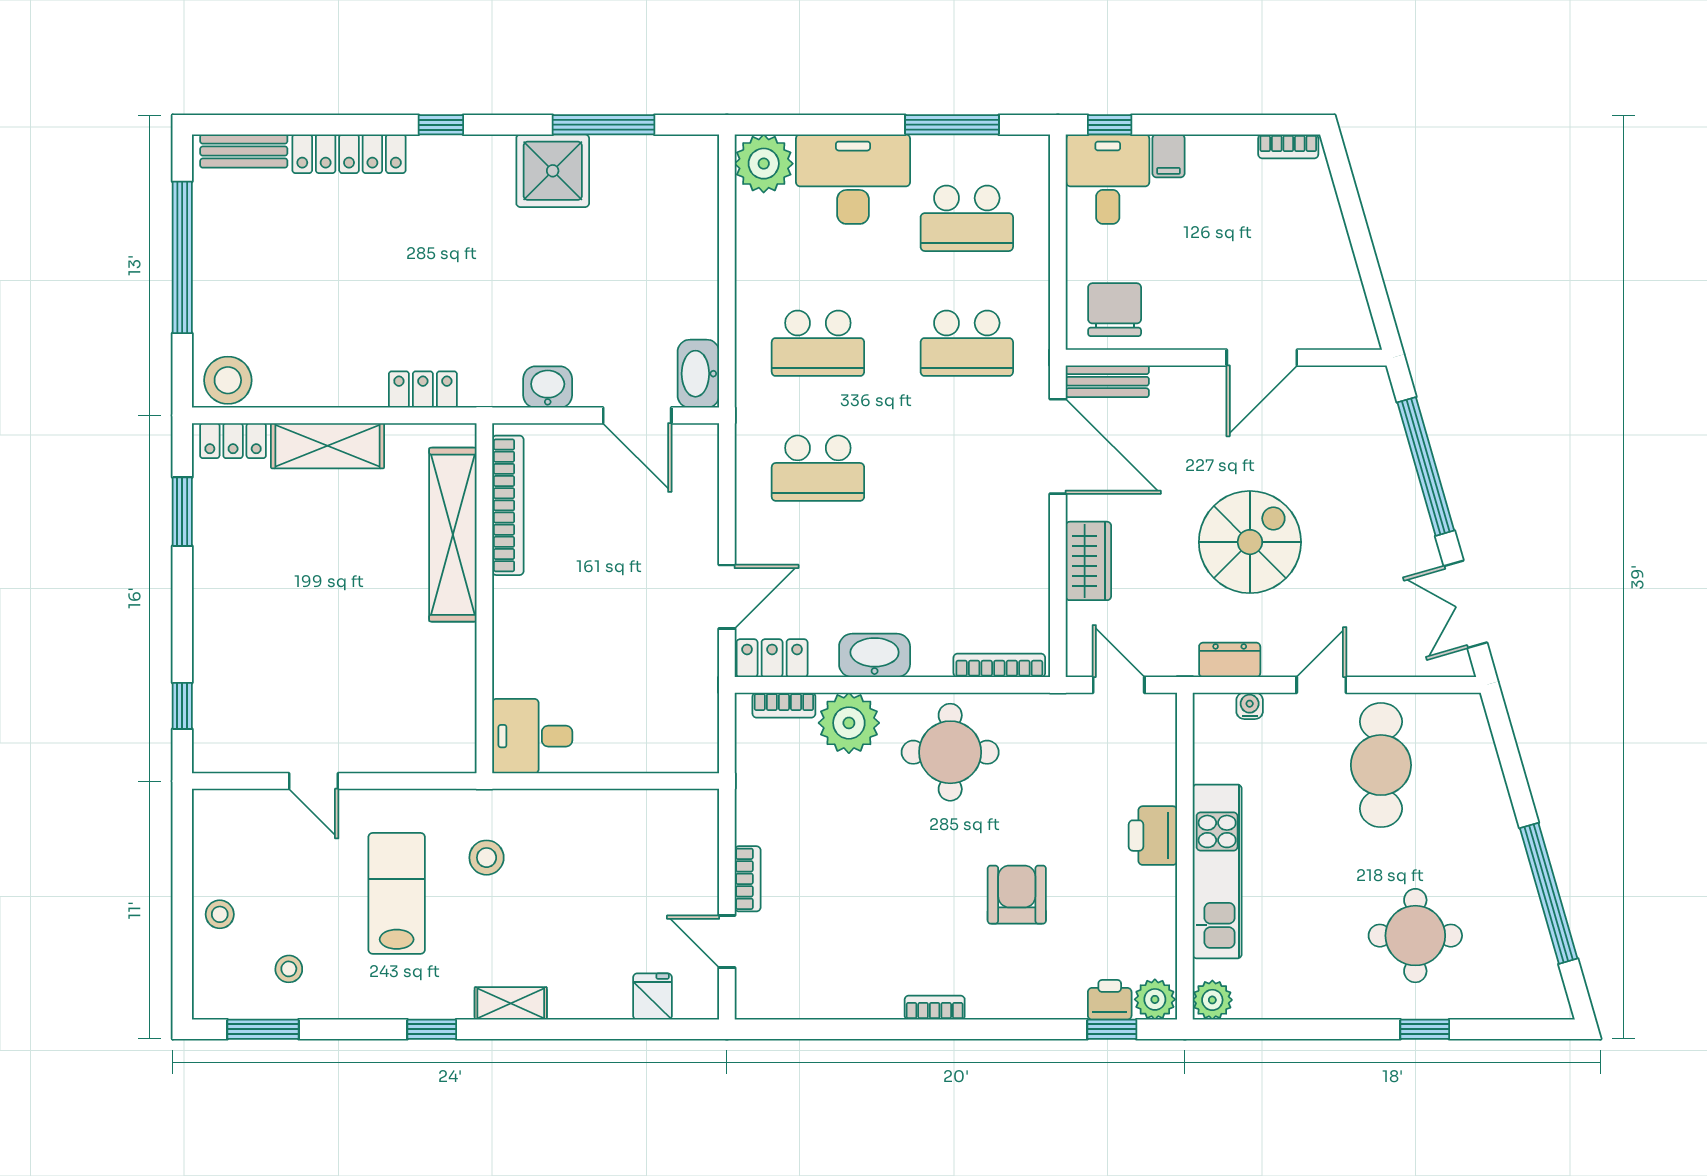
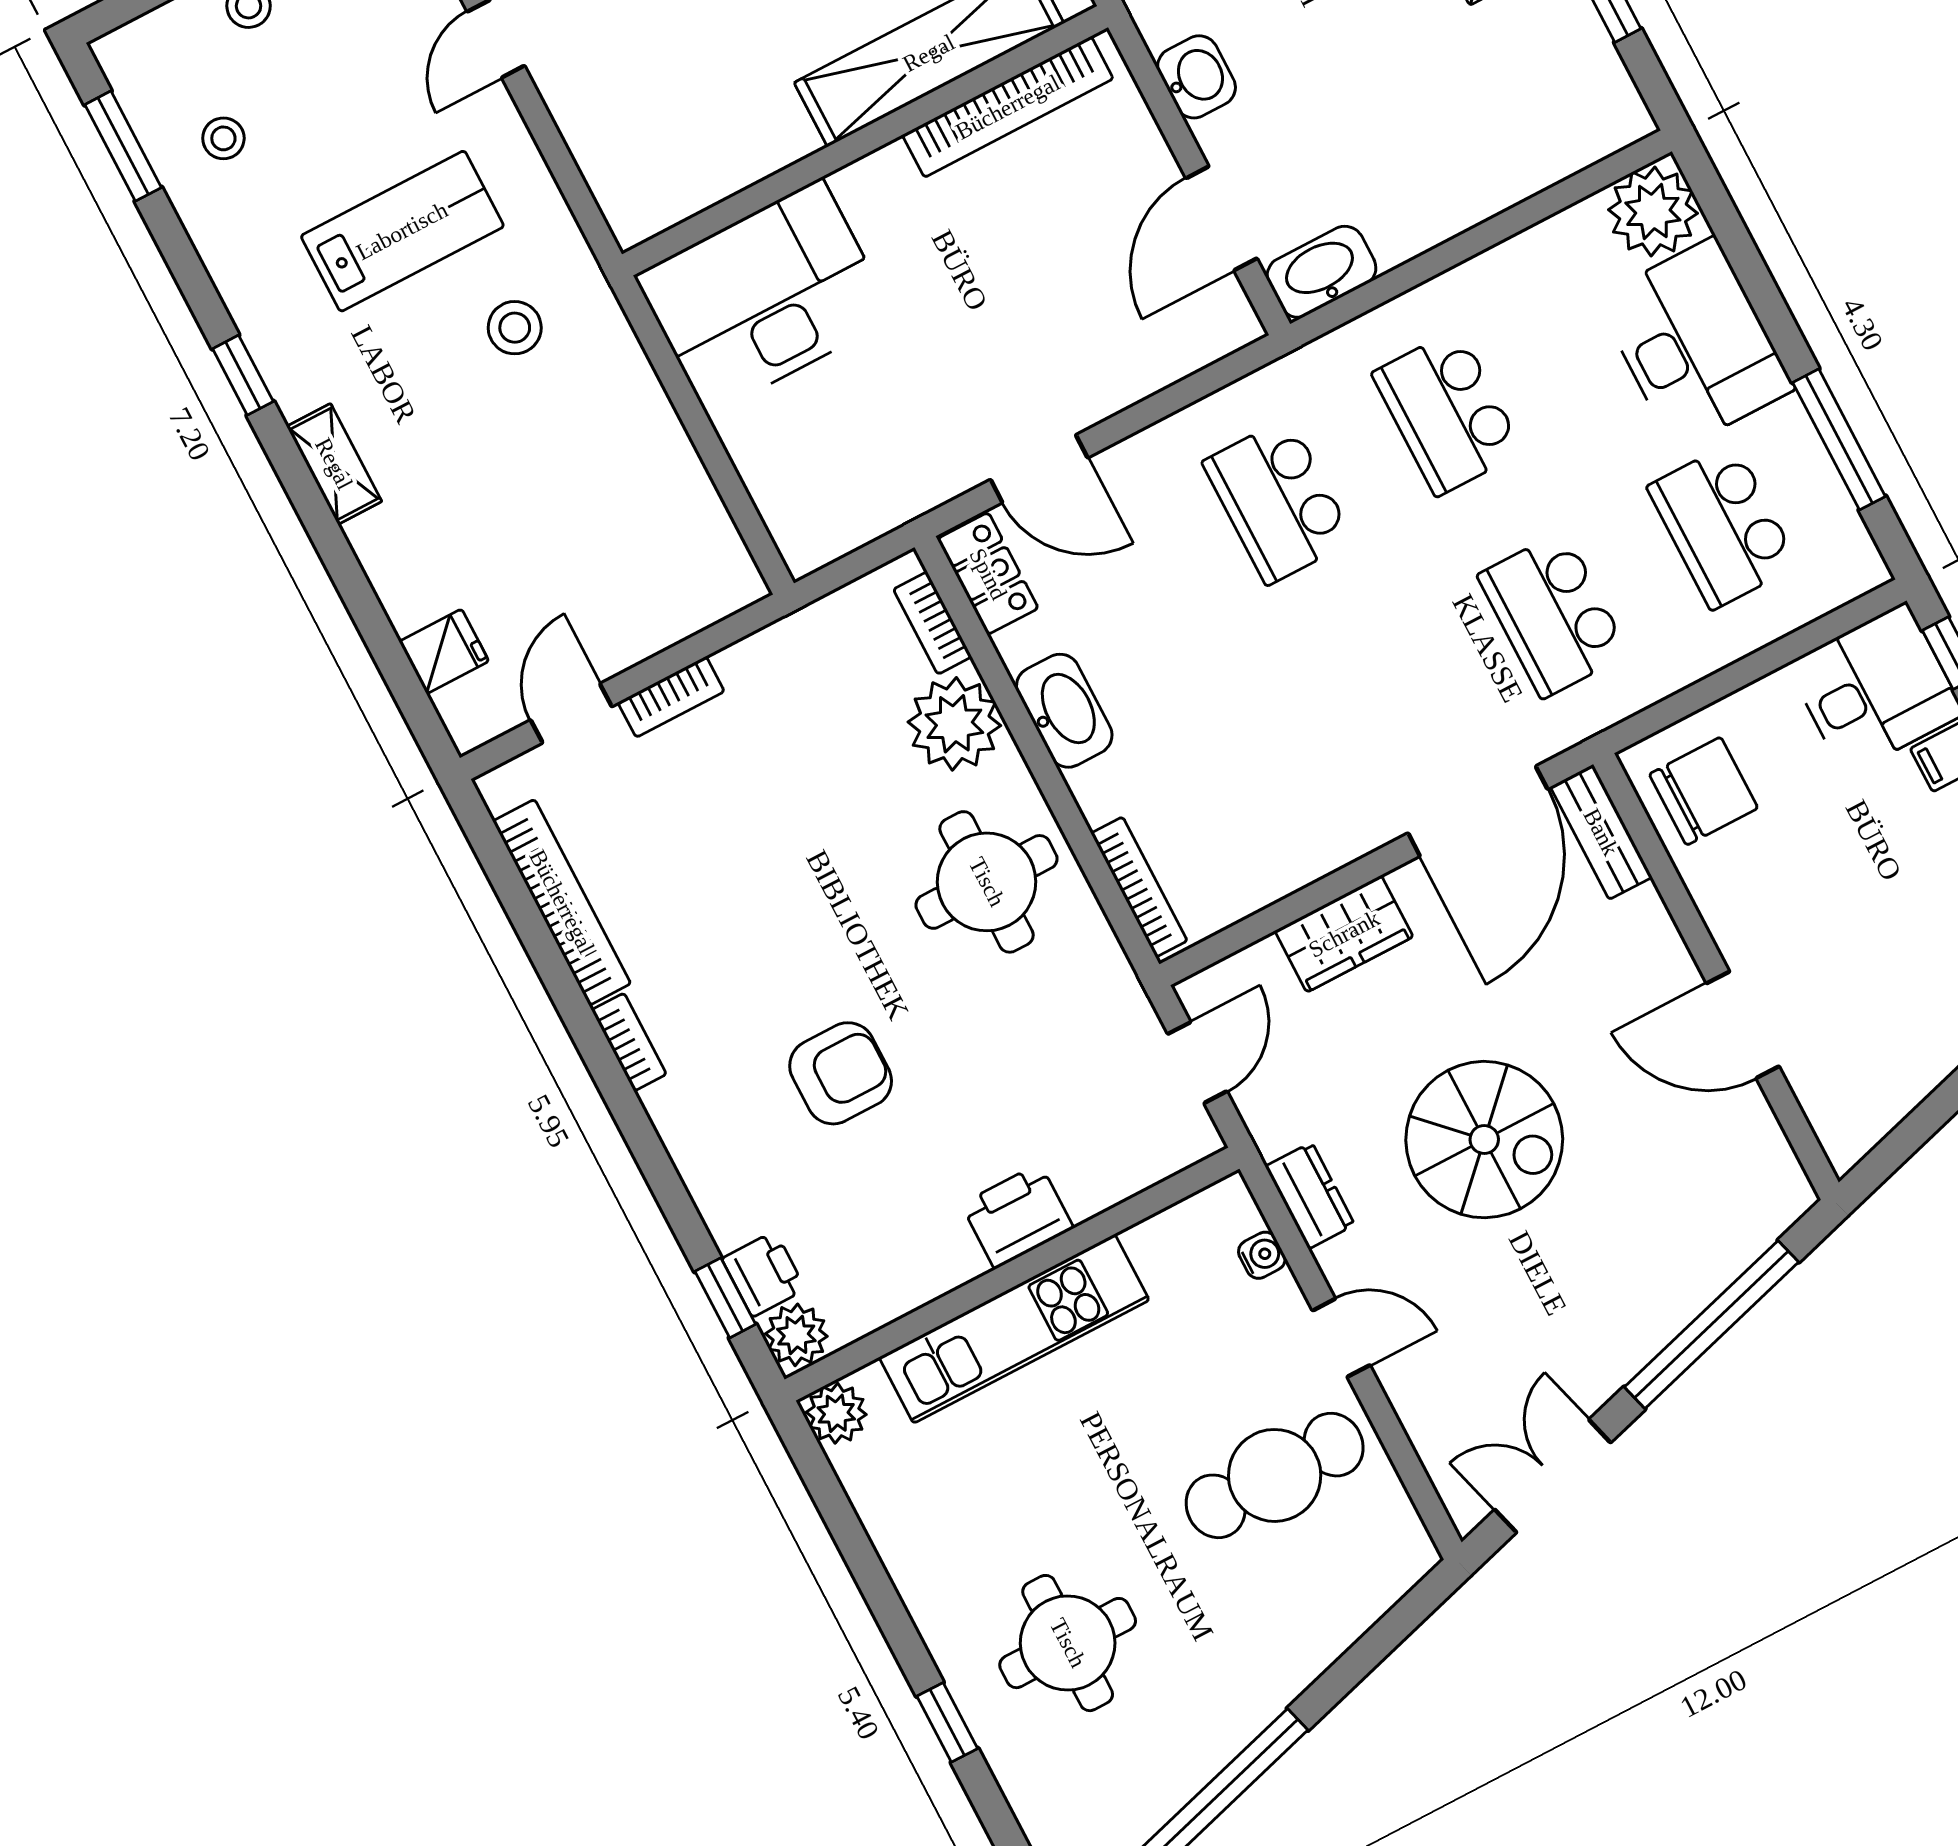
desk: (532, 736) -> (764, 297), width x1.87, depth x1.30
bookcase: (833, 1004) -> (562, 902), added

